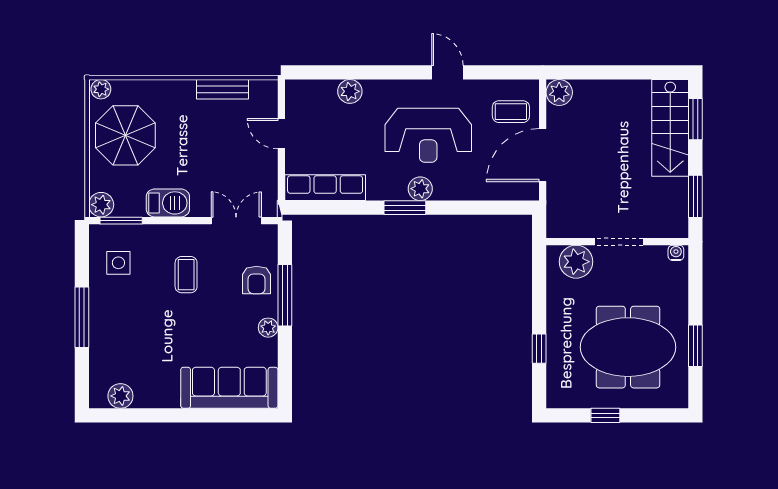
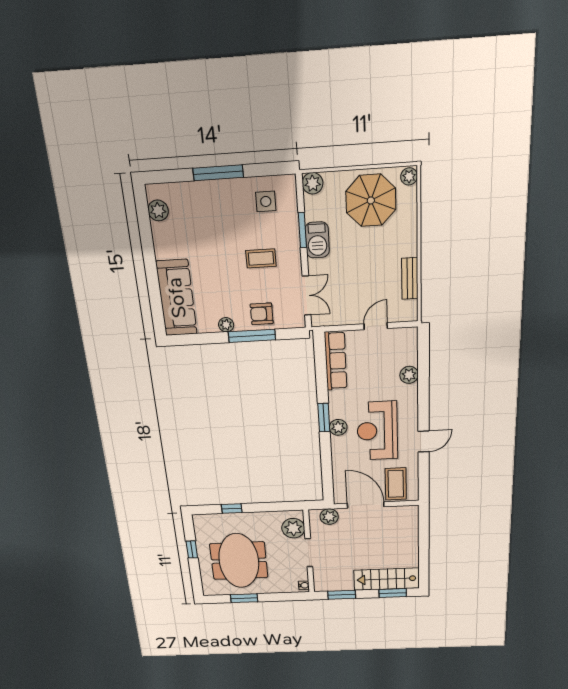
plant: (559, 92) -> (329, 517), moved
coffee table: (511, 112) -> (396, 484), width x1.36, depth x1.30
window: (121, 221) -> (302, 230), moved

